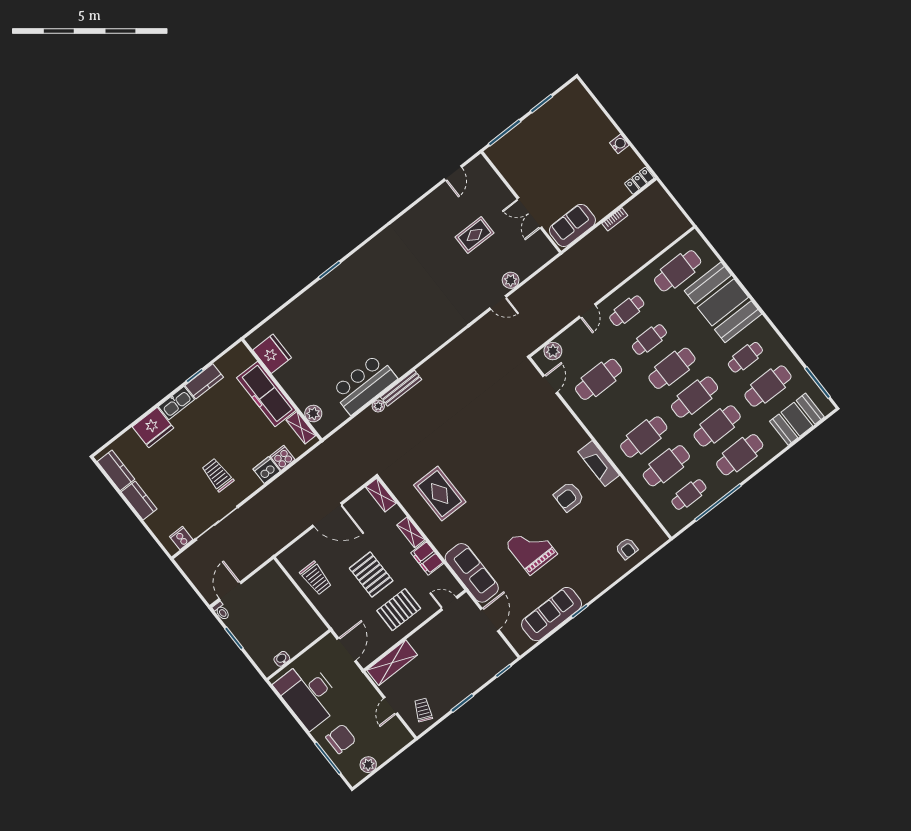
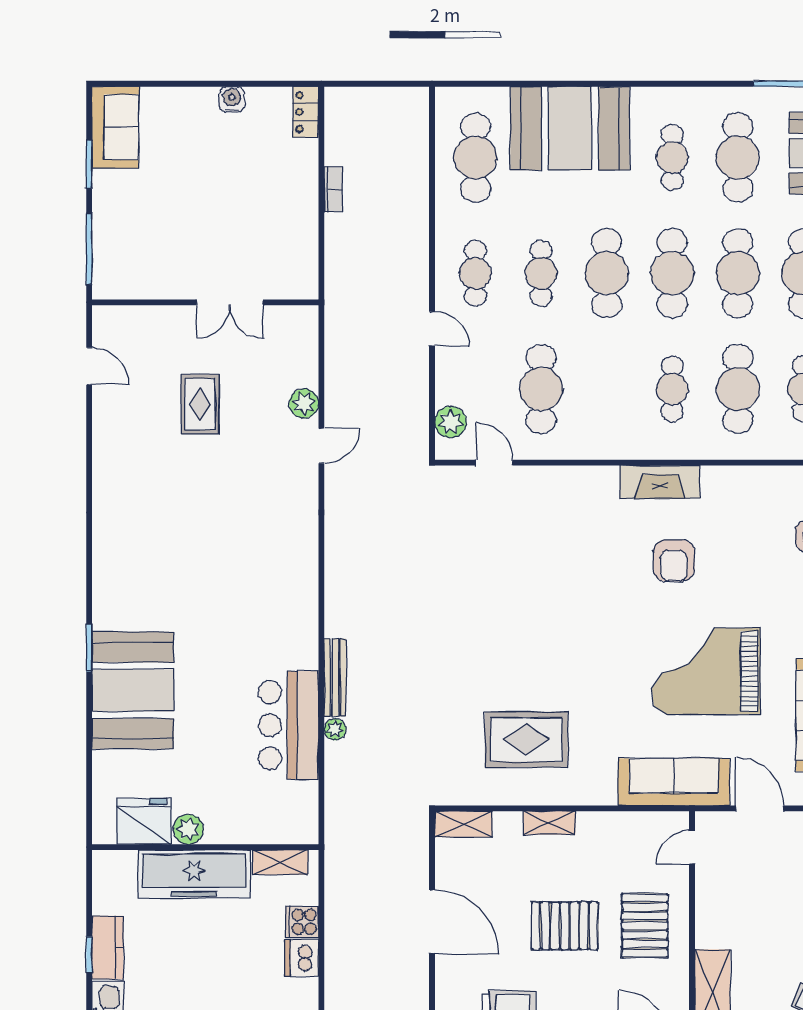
sofa: (572, 225) -> (115, 127), moved, turned 180
booth: (326, 304) -> (133, 690), added
plant: (313, 414) -> (188, 829), moved
cafe table: (644, 437) -> (672, 389), width x0.73, depth x0.74
door: (327, 515) -> (432, 922), hinge flipped
grand piano: (531, 549) -> (706, 671), width x1.37, depth x1.48
filing cabinet: (427, 558) -> (604, 829), removed

